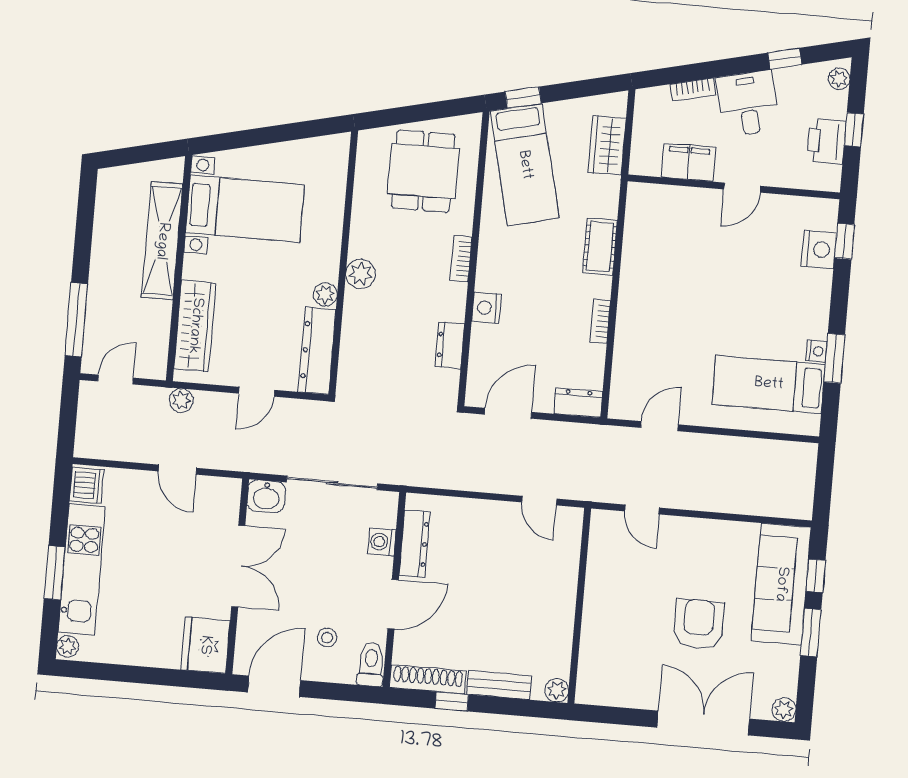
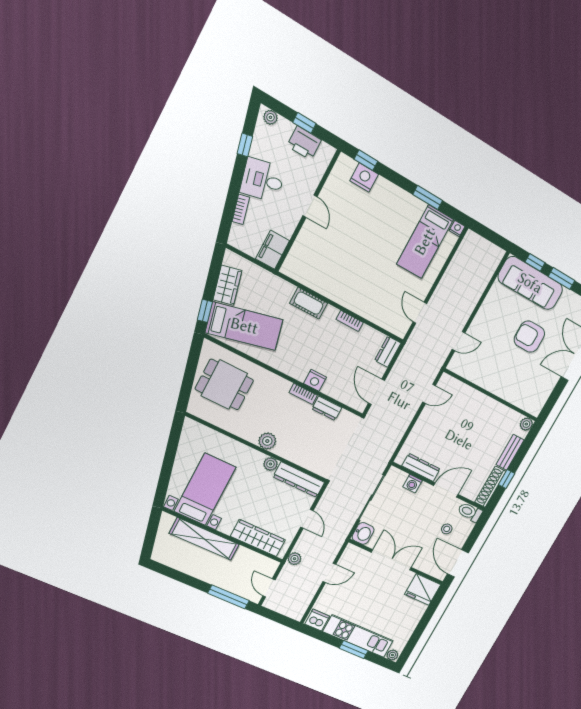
wardrobe: (607, 145) -> (227, 285), moved, turned -103
filing cabinet: (689, 162) -> (273, 250), moved
bookcase: (461, 259) -> (303, 394), moved
nightstand: (817, 351) -> (457, 228), moved
door: (393, 604) -> (446, 490), hinge flipped

